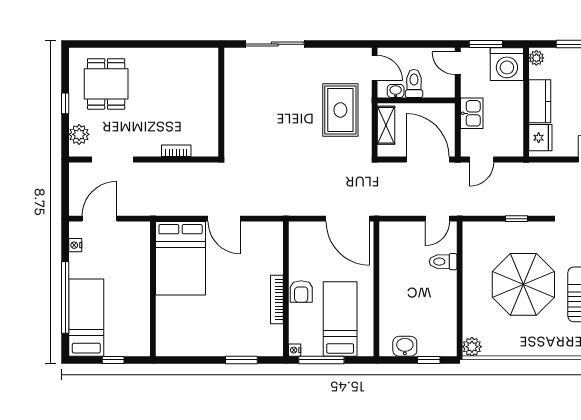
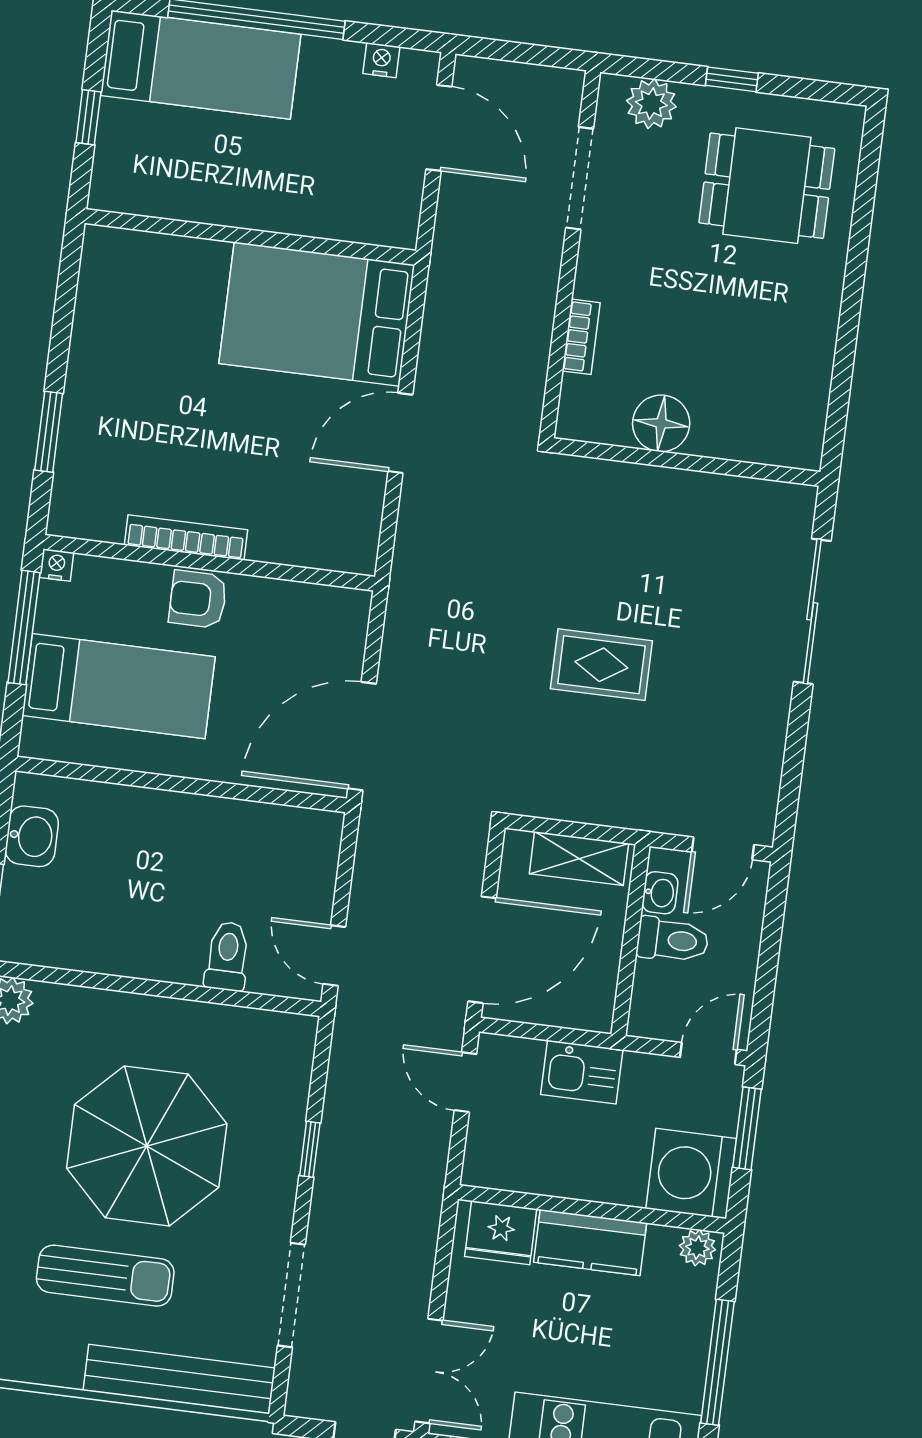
rug: (340, 110) -> (601, 665), moved, width x0.73, depth x0.70
floor lamp: (207, 114) -> (661, 423), added

